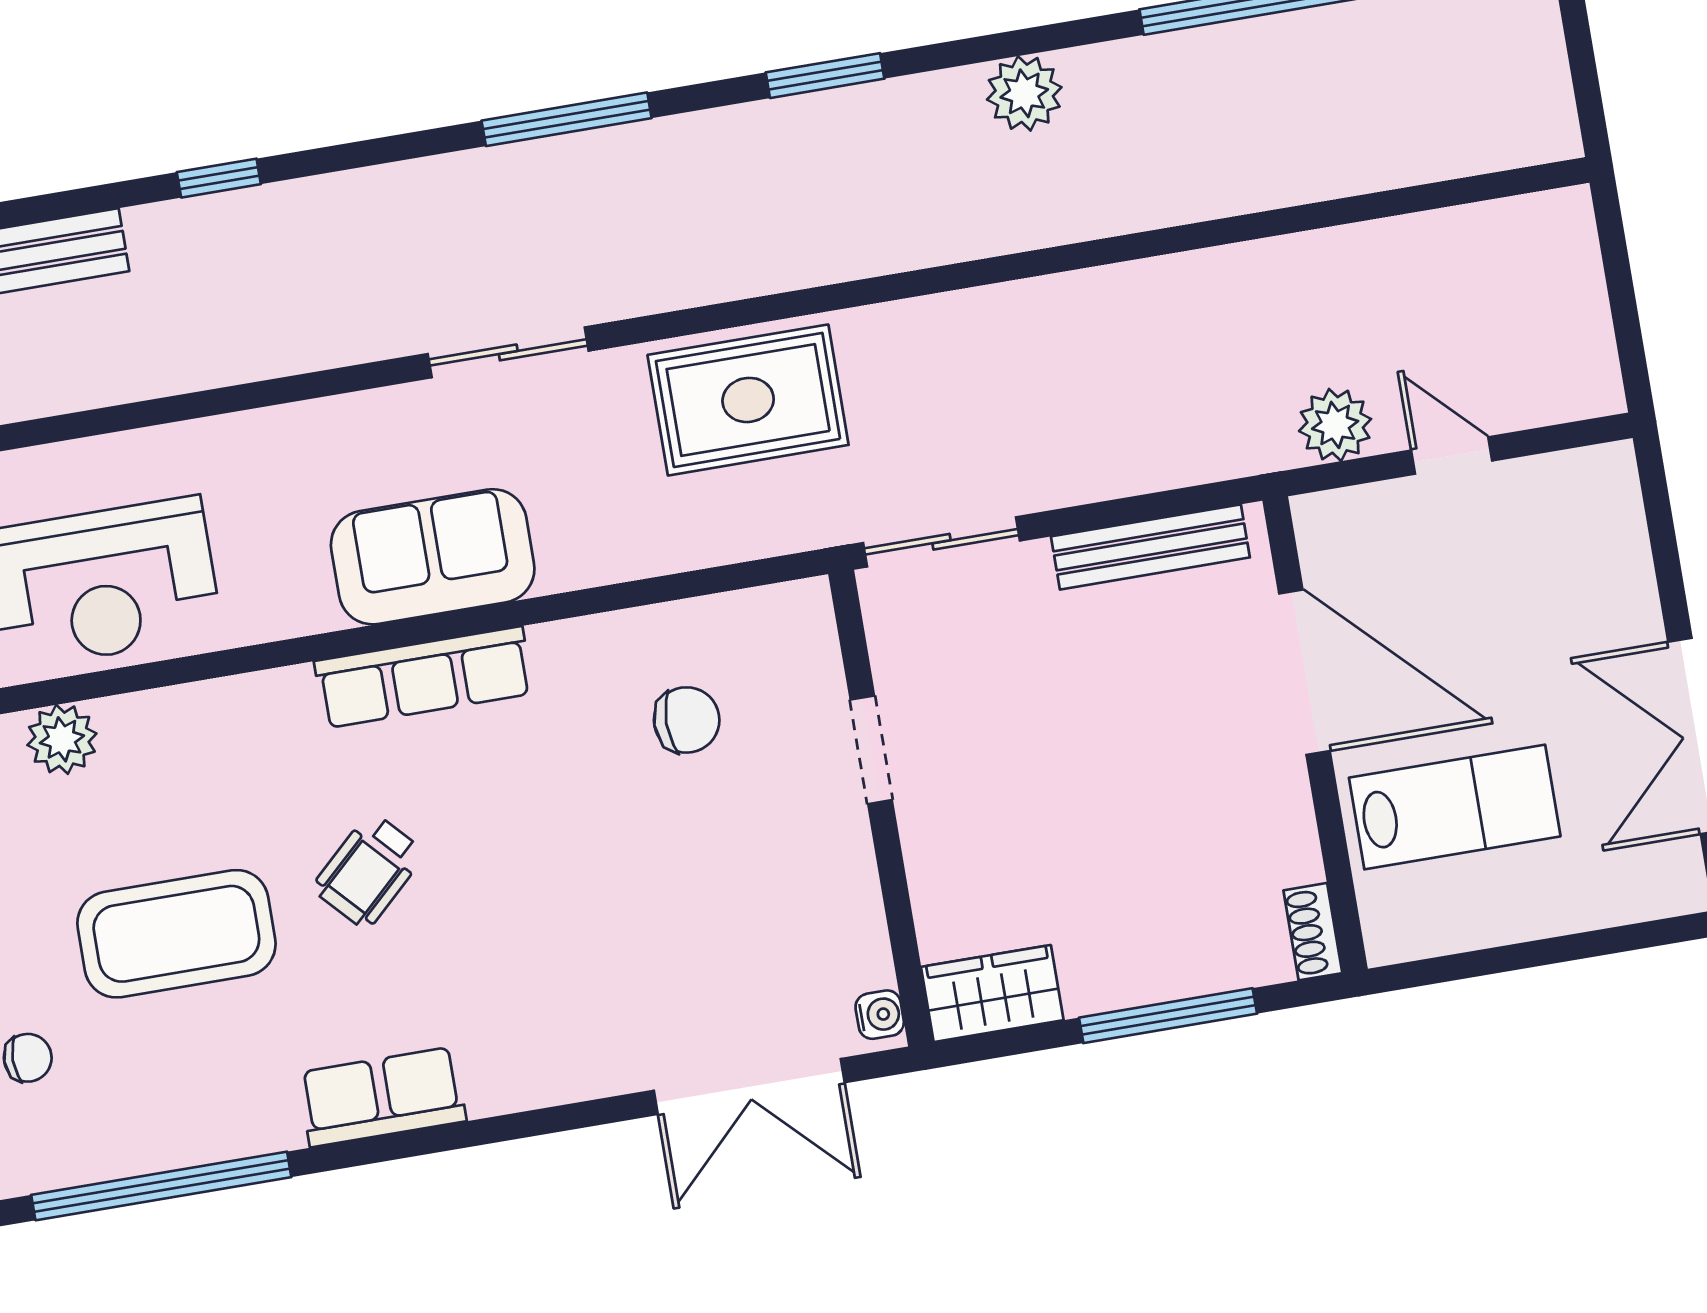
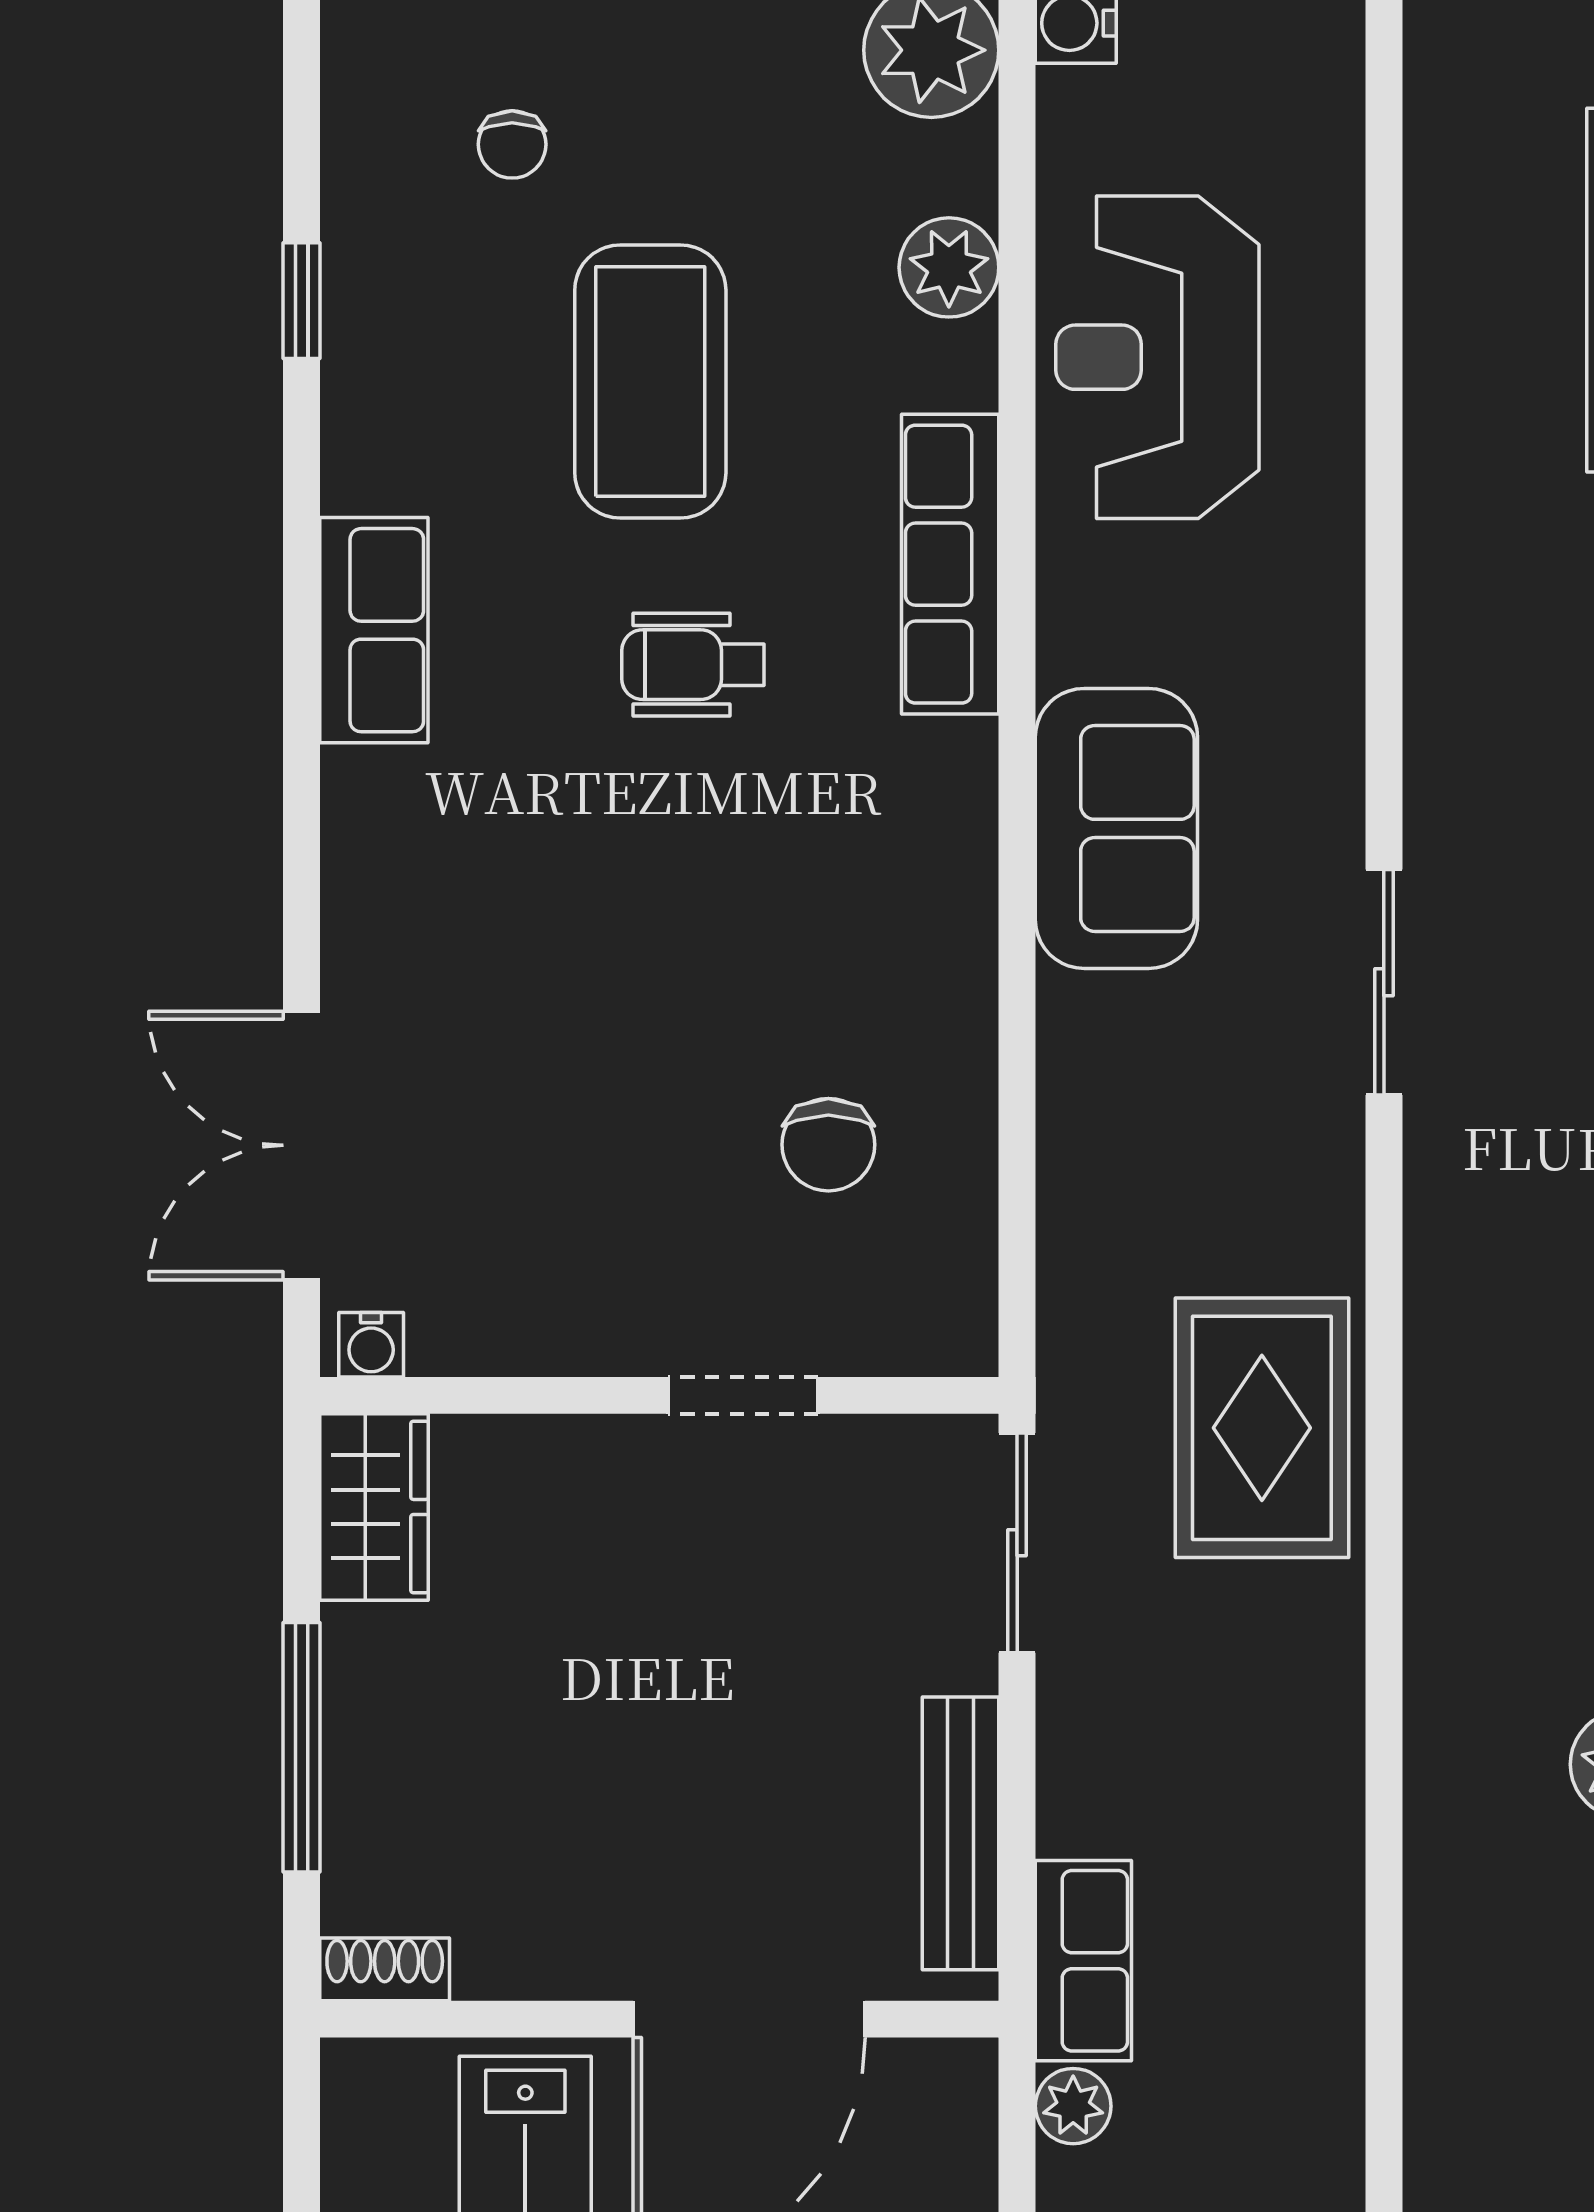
rug: (748, 400) -> (1262, 1428), moved
plant: (1335, 425) -> (1073, 2106), width x0.73, depth x0.73
row of seats: (1225, 446) -> (1083, 1961), added
row of seats: (424, 677) -> (950, 564), moved
wheelchair: (369, 871) -> (693, 665), turned -47
window: (161, 1186) -> (302, 301), width x0.32

